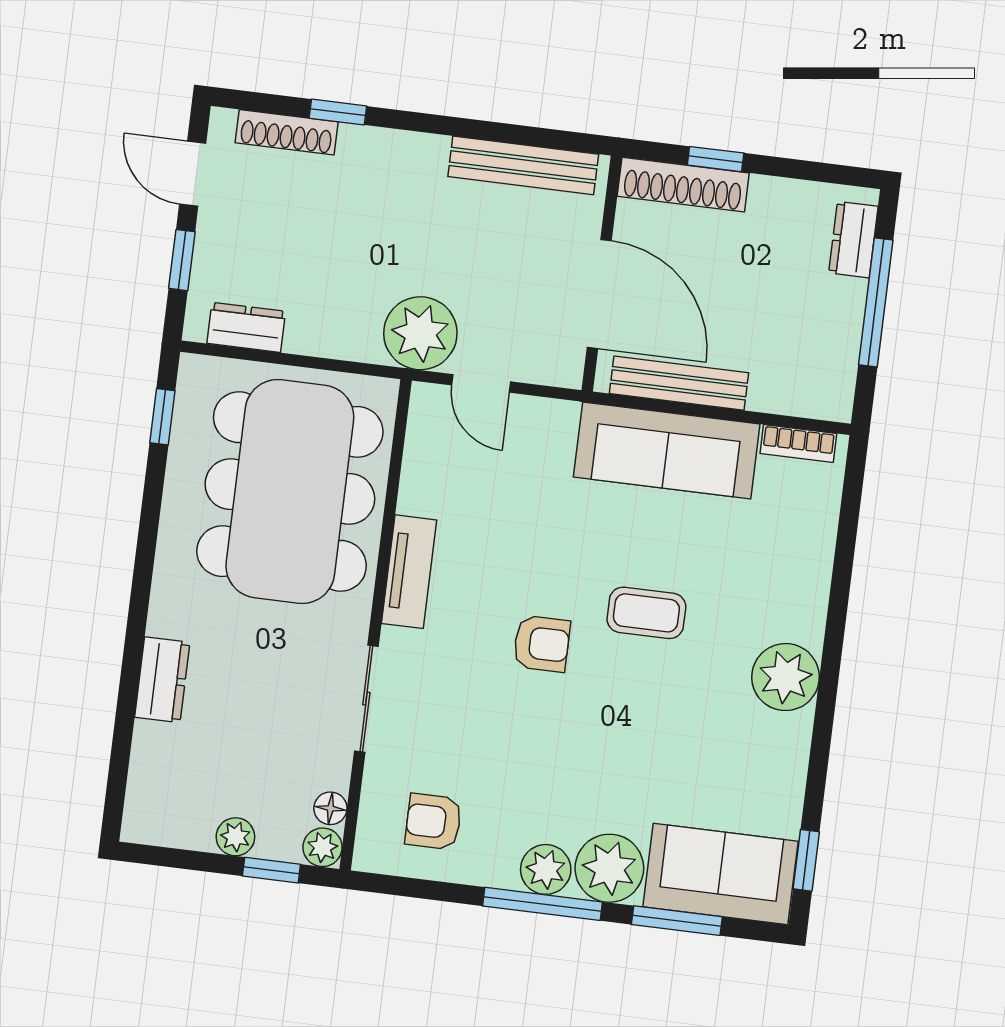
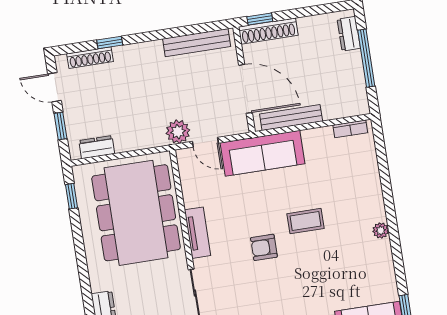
window: (716, 159) -> (260, 19), moved
plant: (420, 333) -> (178, 132), width x0.73, depth x0.73
sofa: (667, 451) -> (262, 153), moved
armchair: (542, 644) -> (264, 247), turned 180
plant: (786, 677) -> (381, 230), width x0.53, depth x0.53

